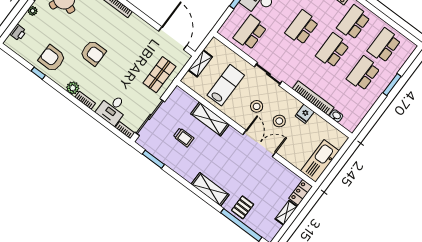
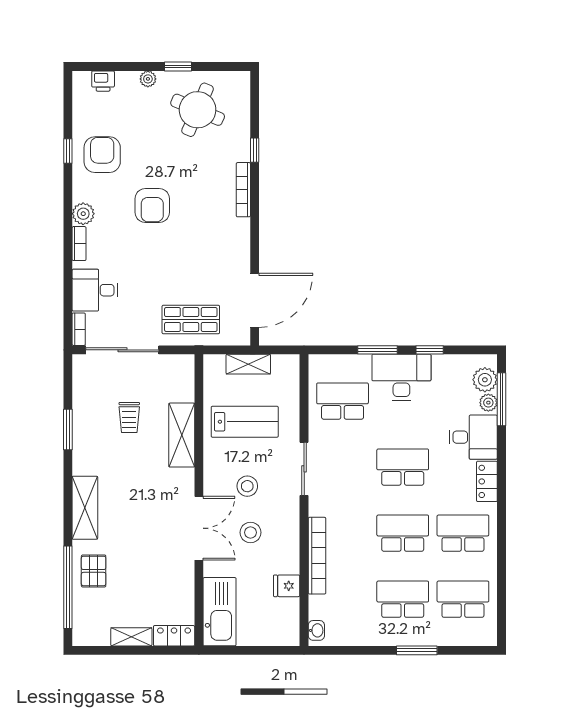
fridge: (305, 114) -> (287, 586), moved
washbasin: (336, 116) -> (316, 630), moved
window: (153, 159) -> (68, 429), moved
kitchen sink: (320, 161) -> (220, 612), moved, turned 90
pallet: (243, 207) -> (94, 571), turned 90

